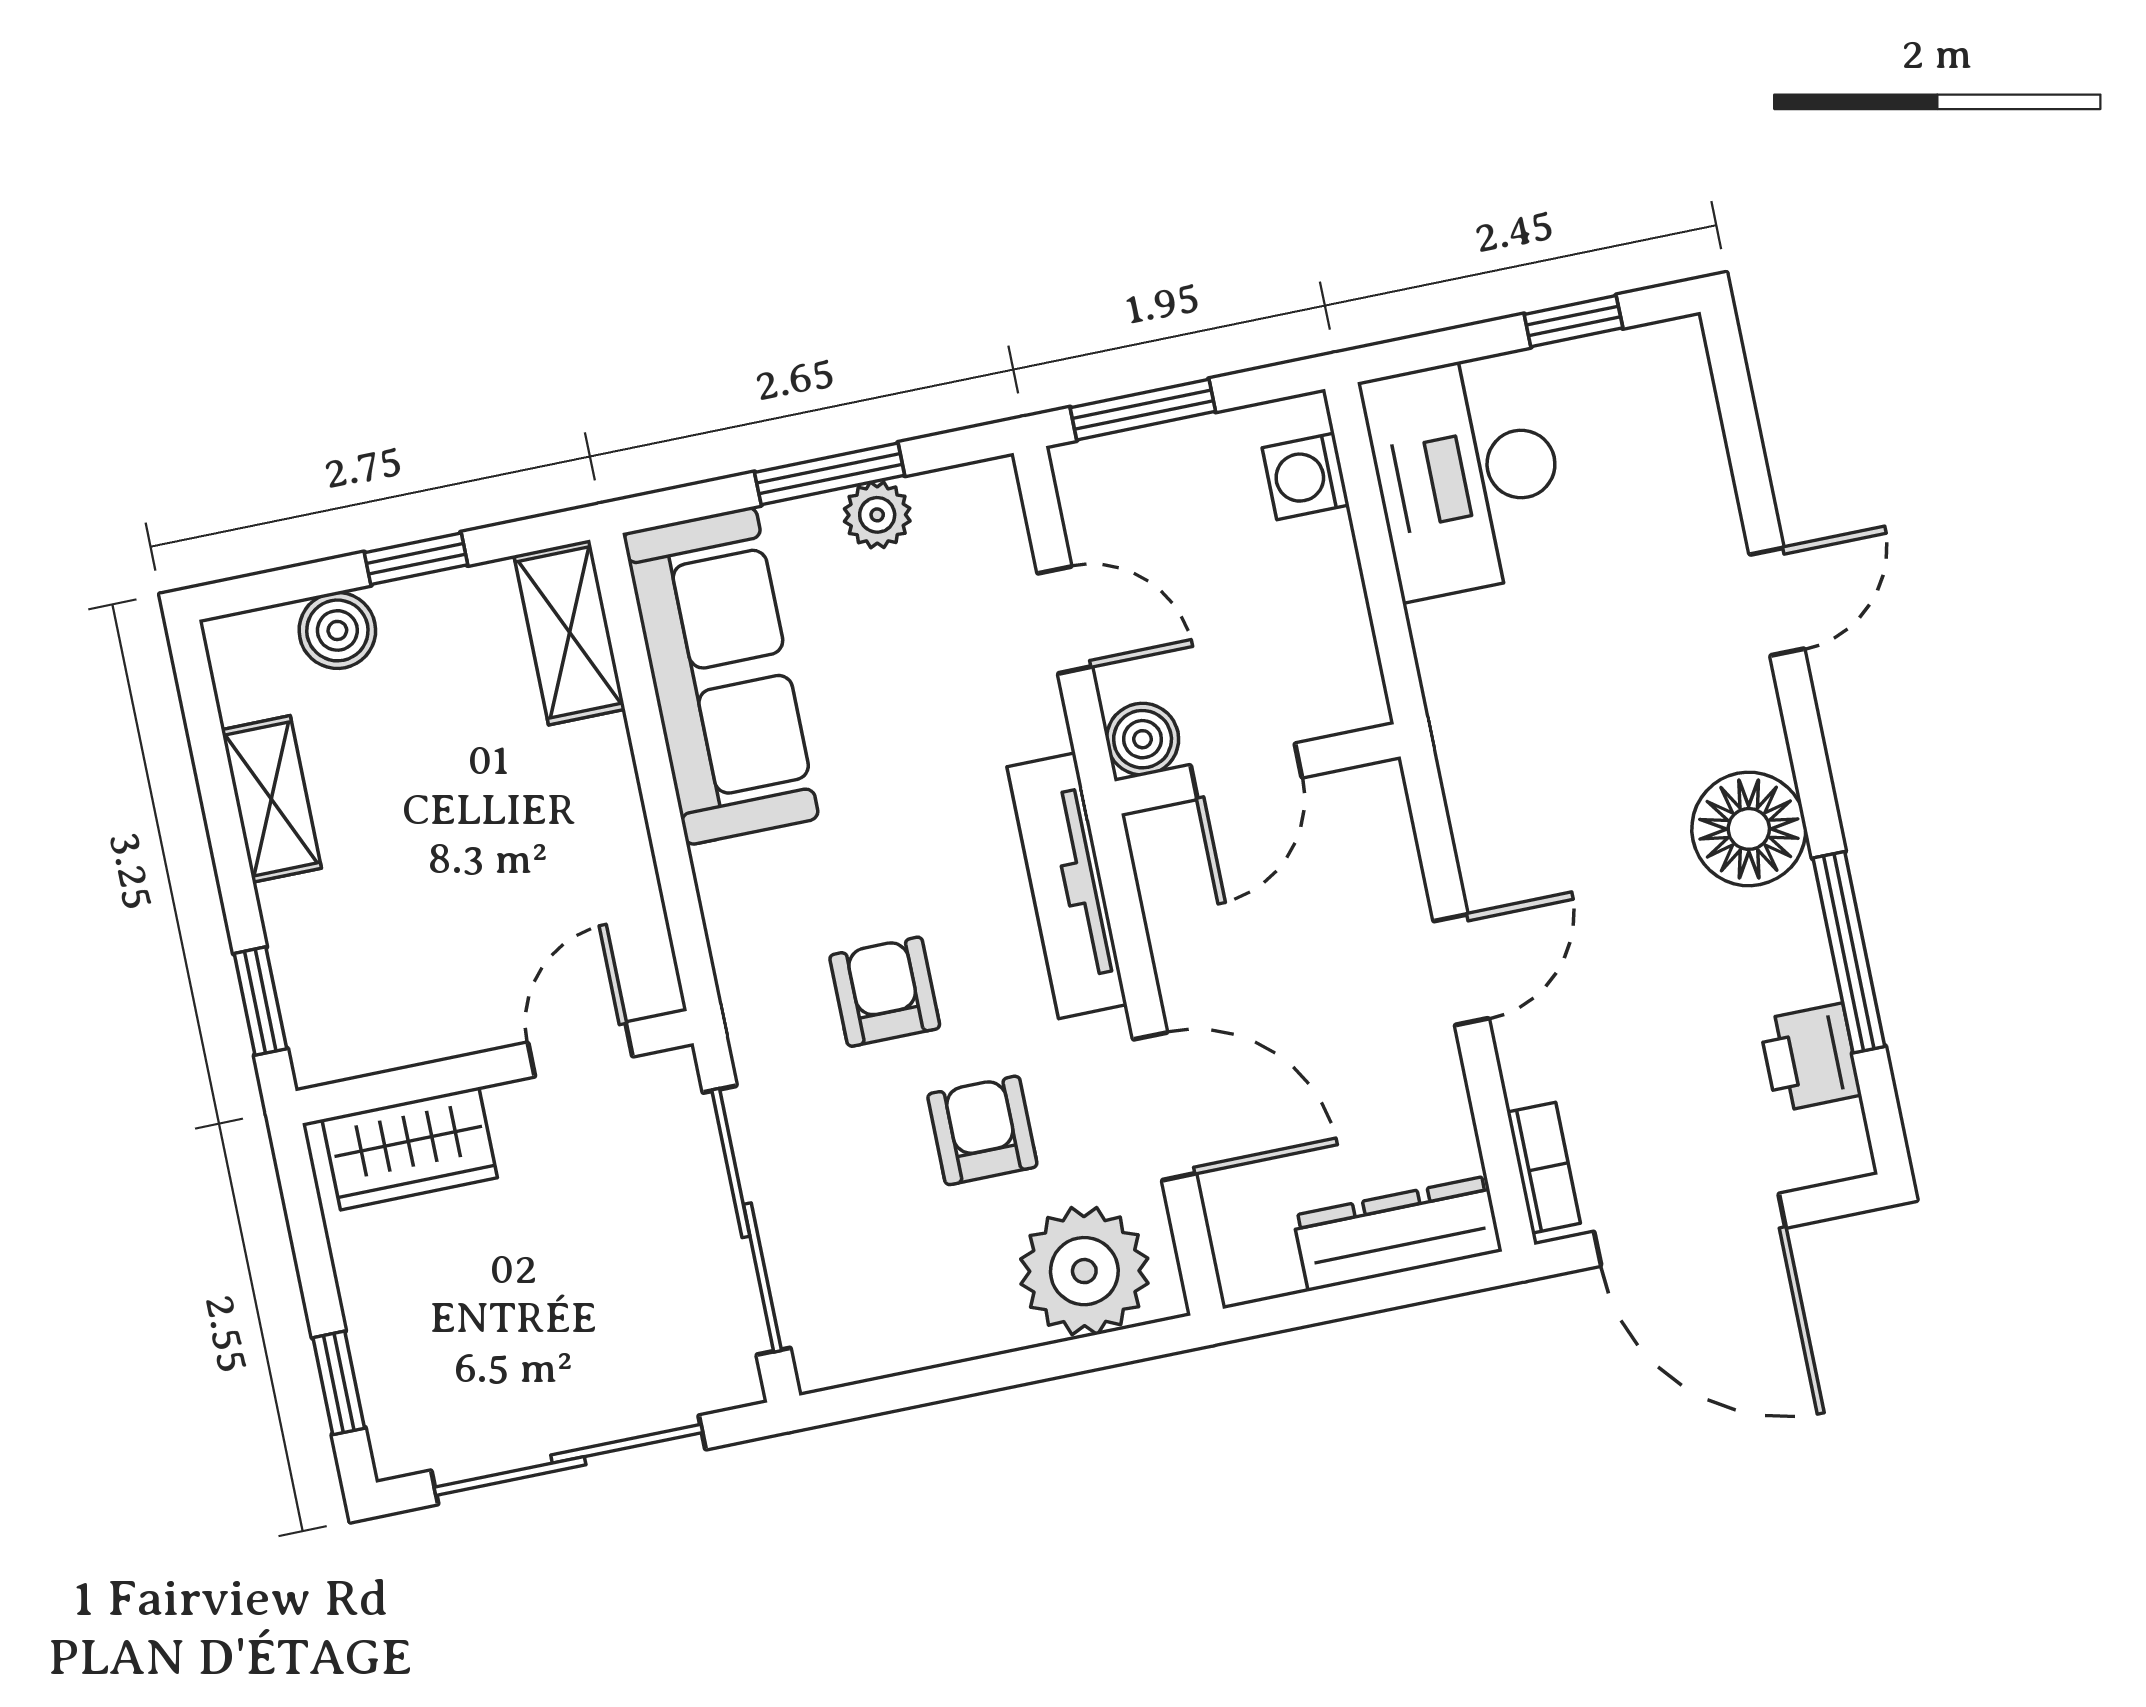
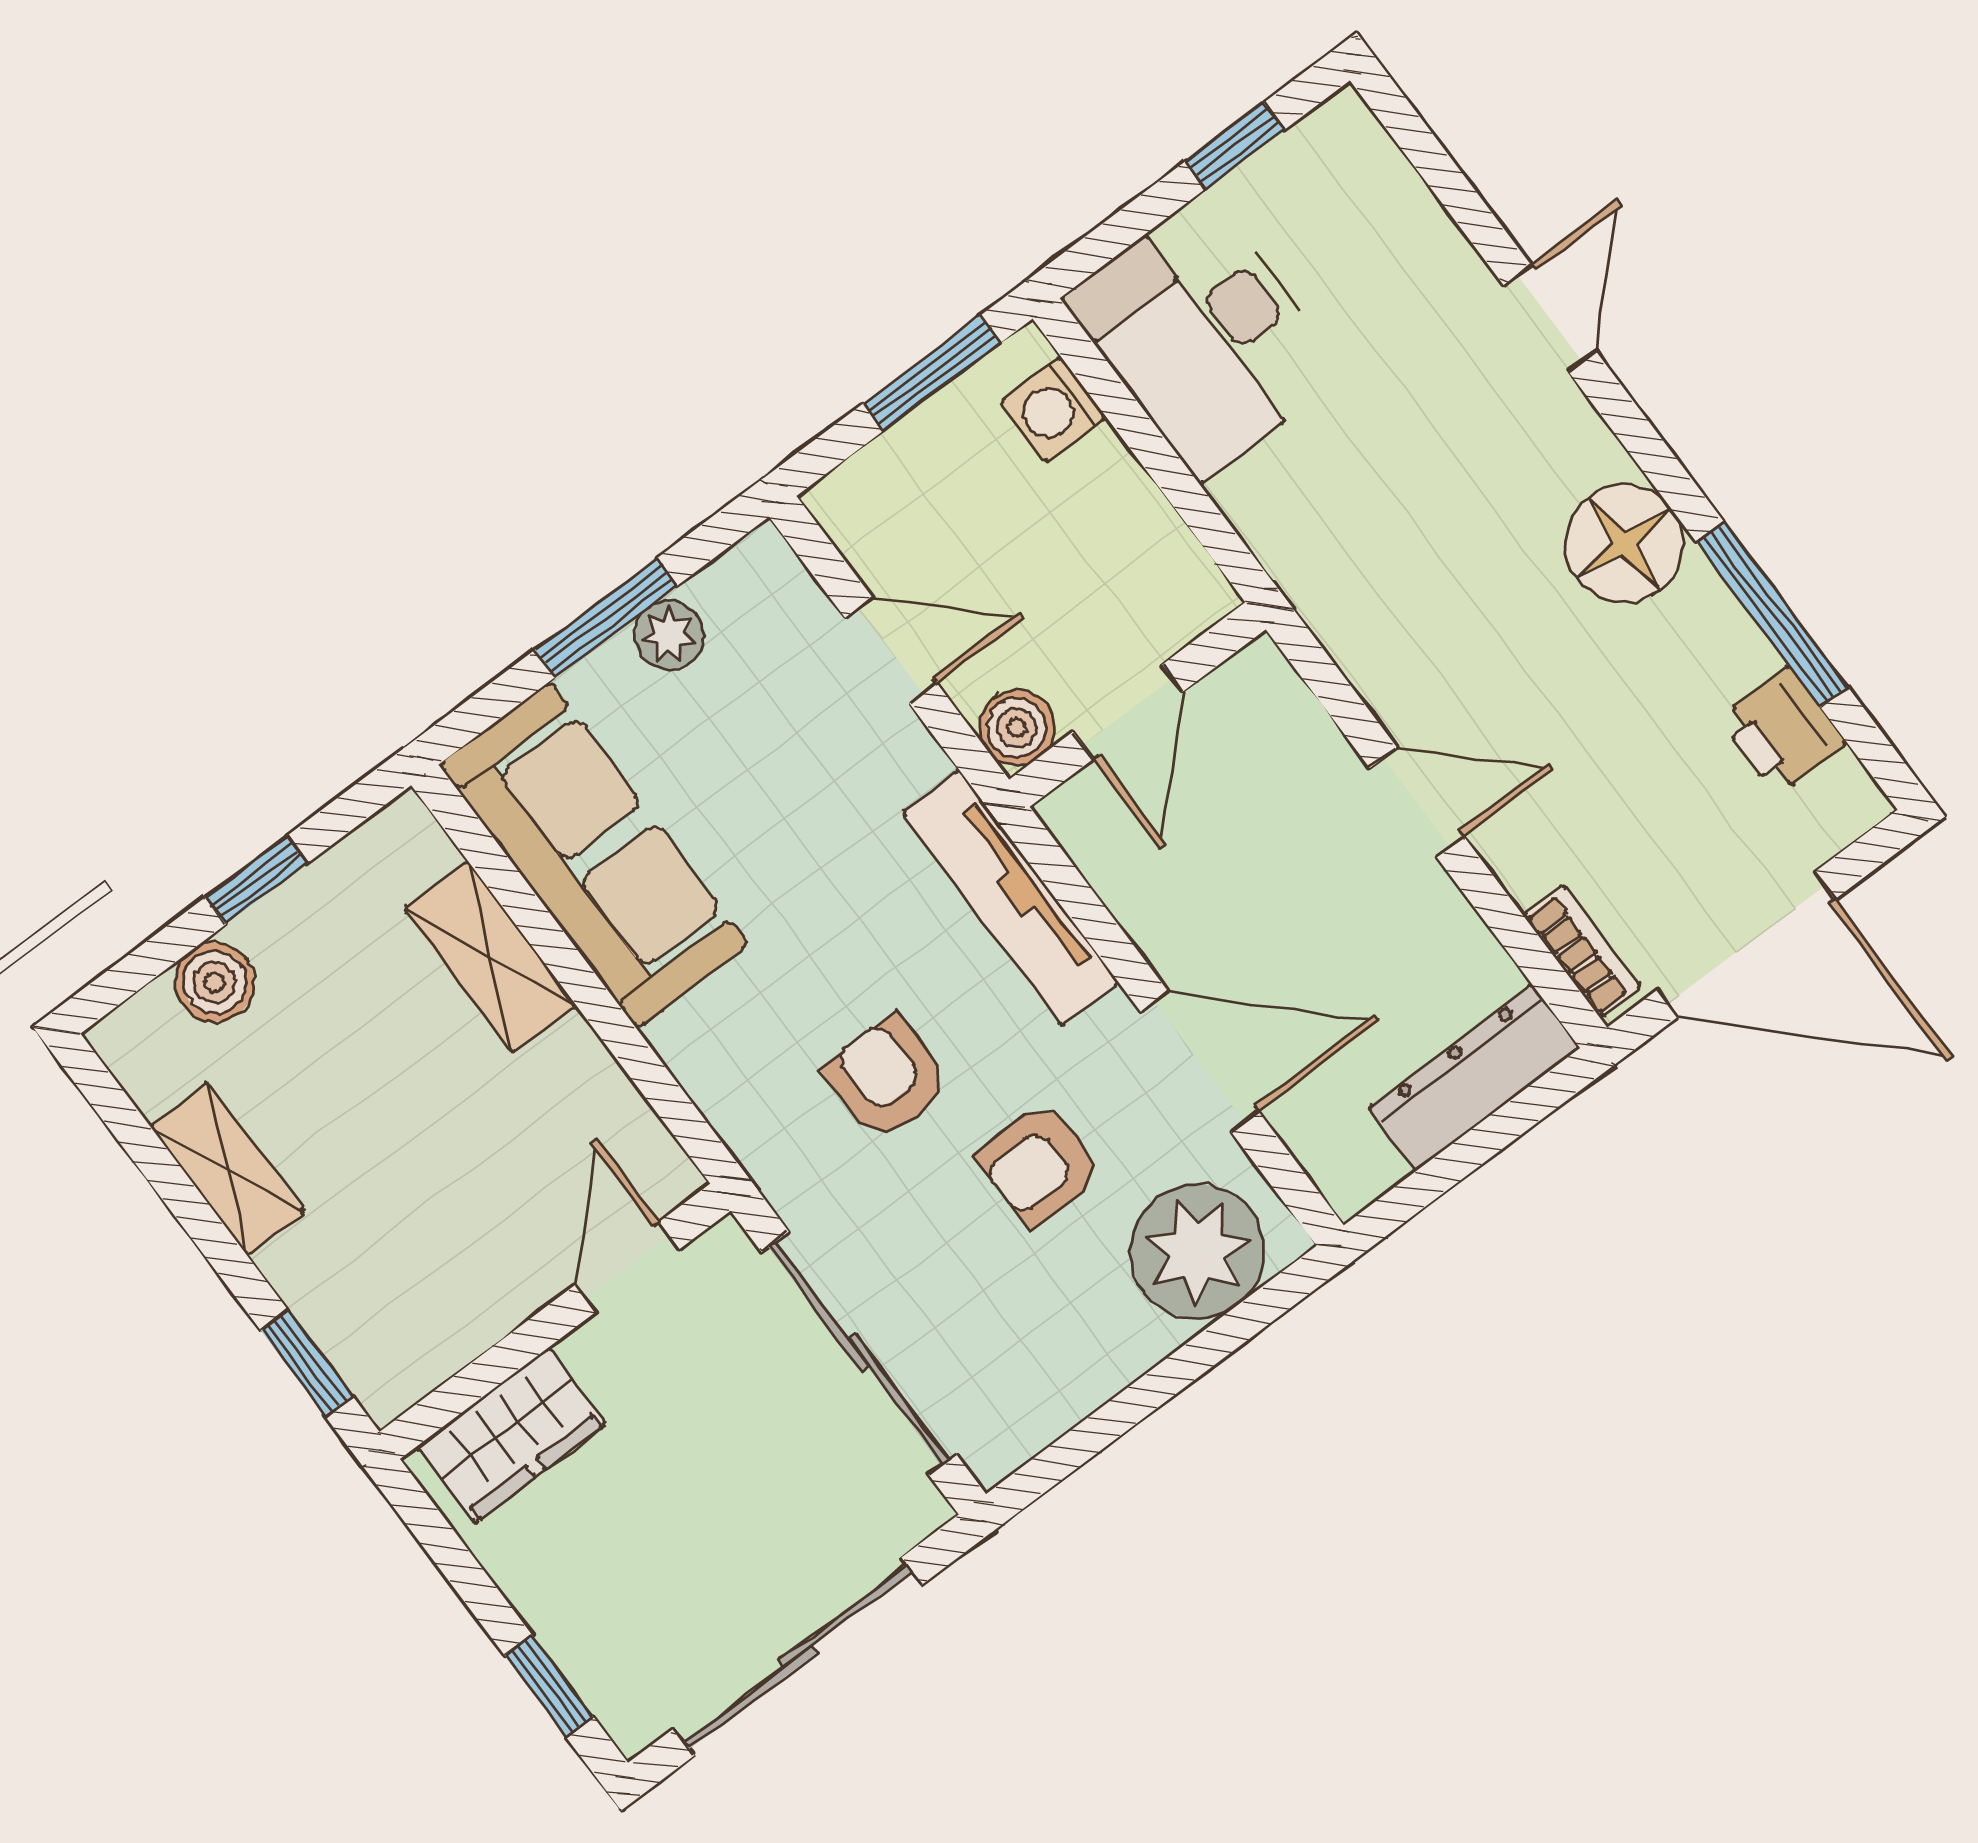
window: (1143, 410) -> (932, 373), moved
shelving: (570, 632) -> (490, 957), moved
door: (1461, 970) -> (1417, 802), hinge flipped
armchair: (982, 1130) -> (1040, 1165), turned -90

